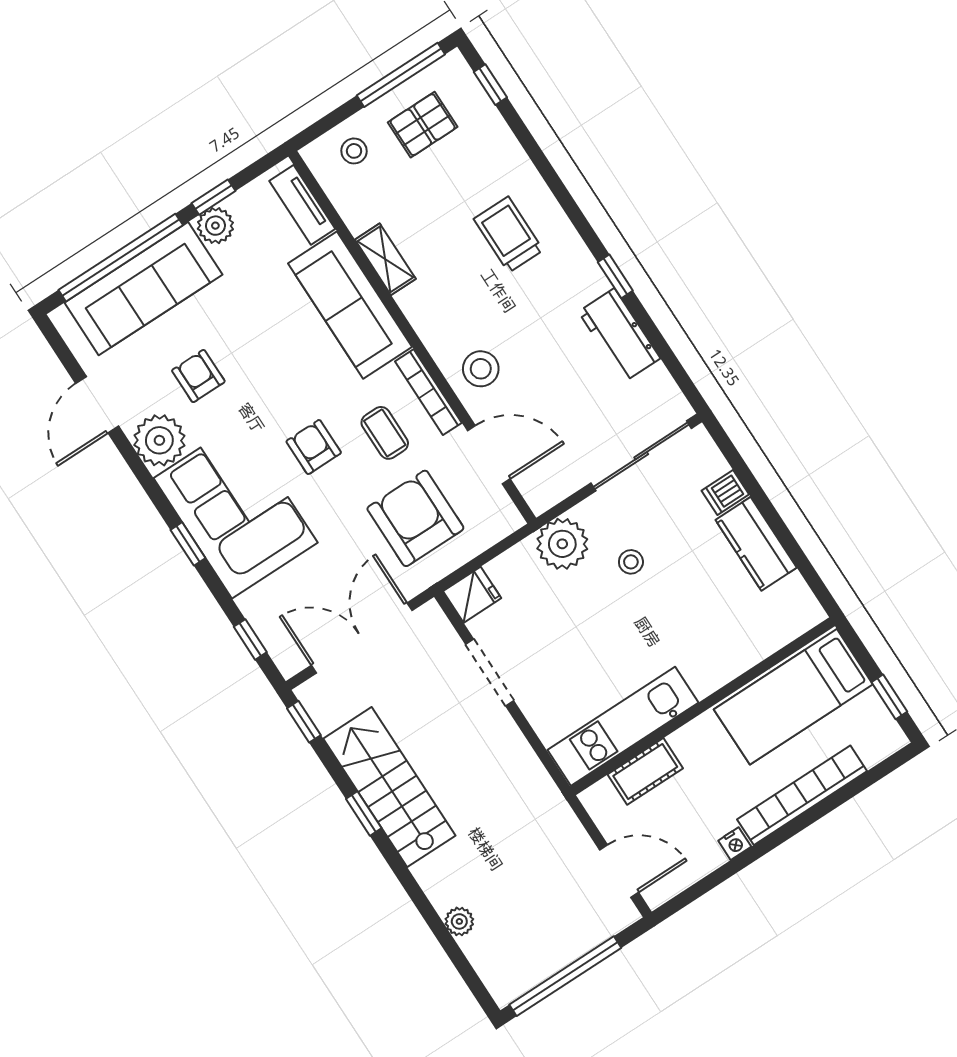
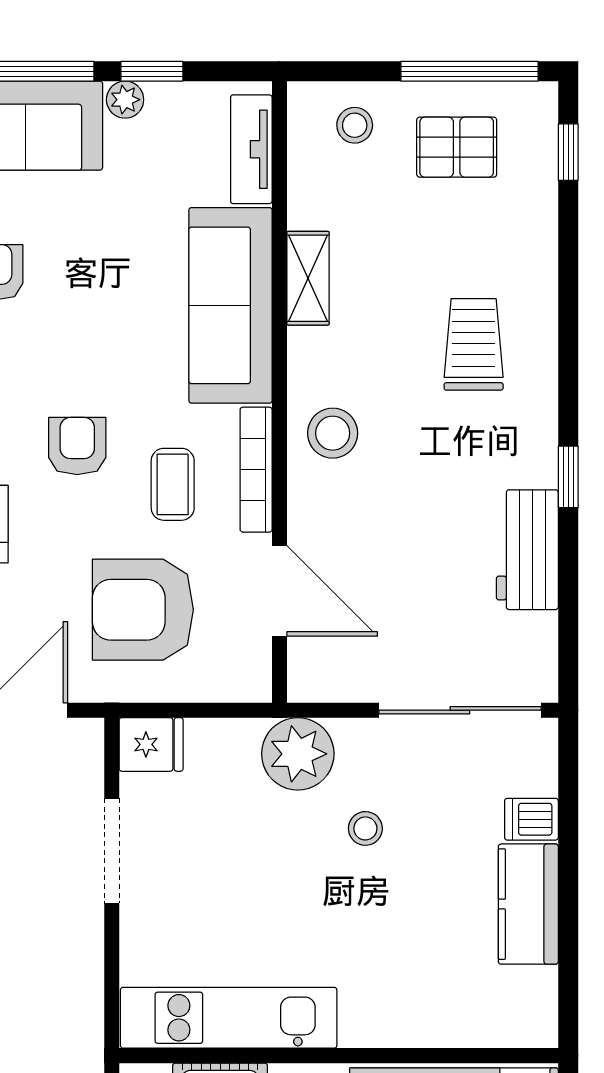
plant: (215, 226) -> (125, 100), width x0.73, depth x0.73
stool: (481, 369) -> (333, 433), moved
armchair: (415, 518) -> (143, 610), turned -90

